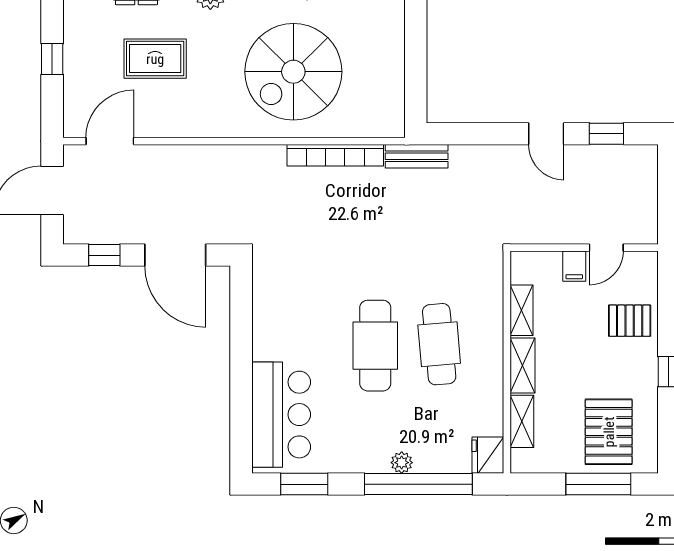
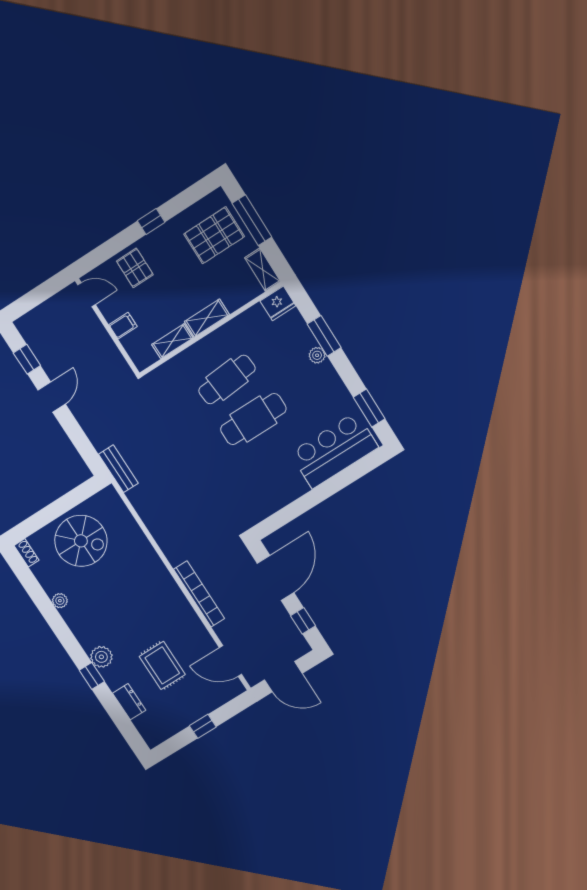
spiral stairs: (293, 72) -> (81, 541), moved, width x0.73, depth x0.73
bookcase: (335, 155) -> (199, 594), moved
door: (606, 248) -> (87, 295), moved
shelving: (522, 421) -> (263, 270), moved, turned 90
window: (418, 484) -> (324, 336), width x0.47

